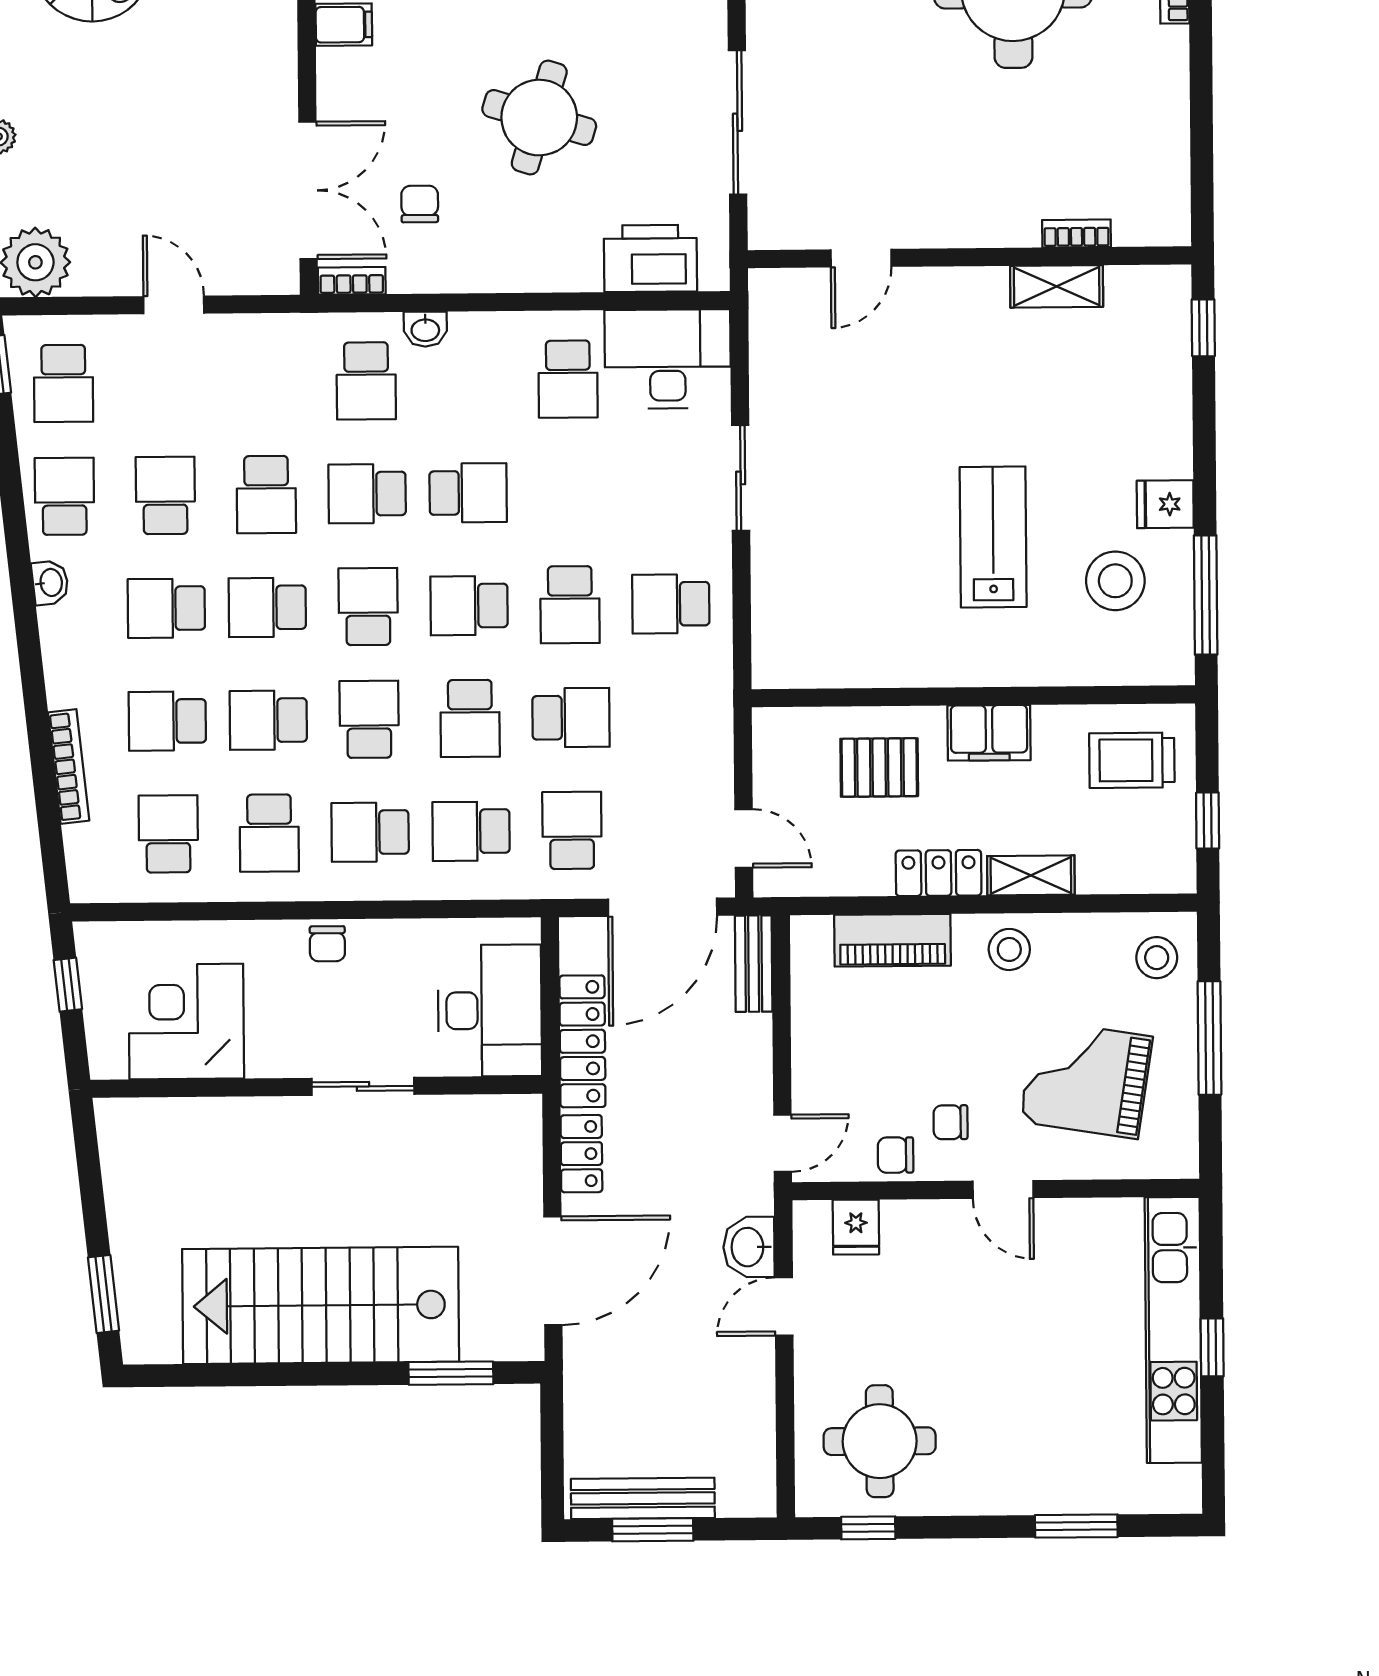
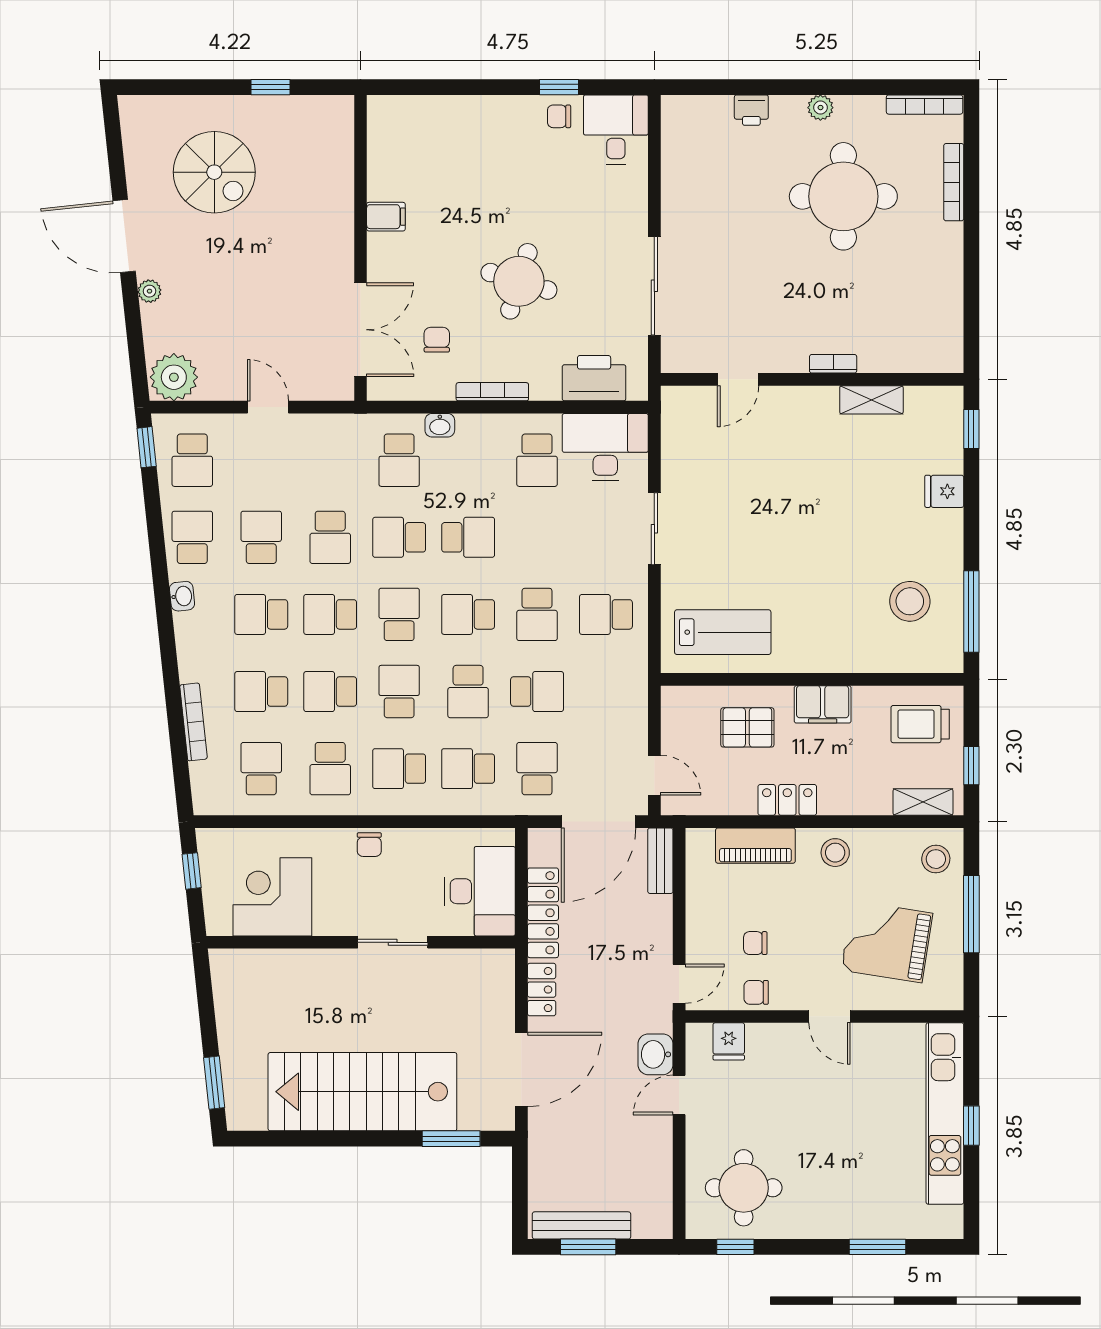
bookcase: (1076, 234) -> (833, 364), moved
bookcase: (352, 281) -> (492, 392), moved, width x1.56
fridge: (1165, 504) -> (944, 491), moved
lab bench: (993, 537) -> (723, 632), moved, turned 90
shelving: (1031, 875) -> (923, 802), moved
chair: (950, 1122) -> (755, 943), moved

